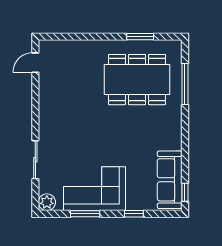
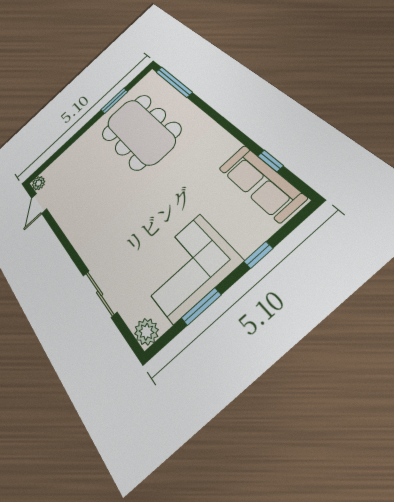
plant: (45, 46) -> (39, 183), added
dining table: (137, 80) -> (140, 132), turned 90
window: (185, 84) -> (174, 82), moved
window: (185, 192) -> (270, 161), moved

